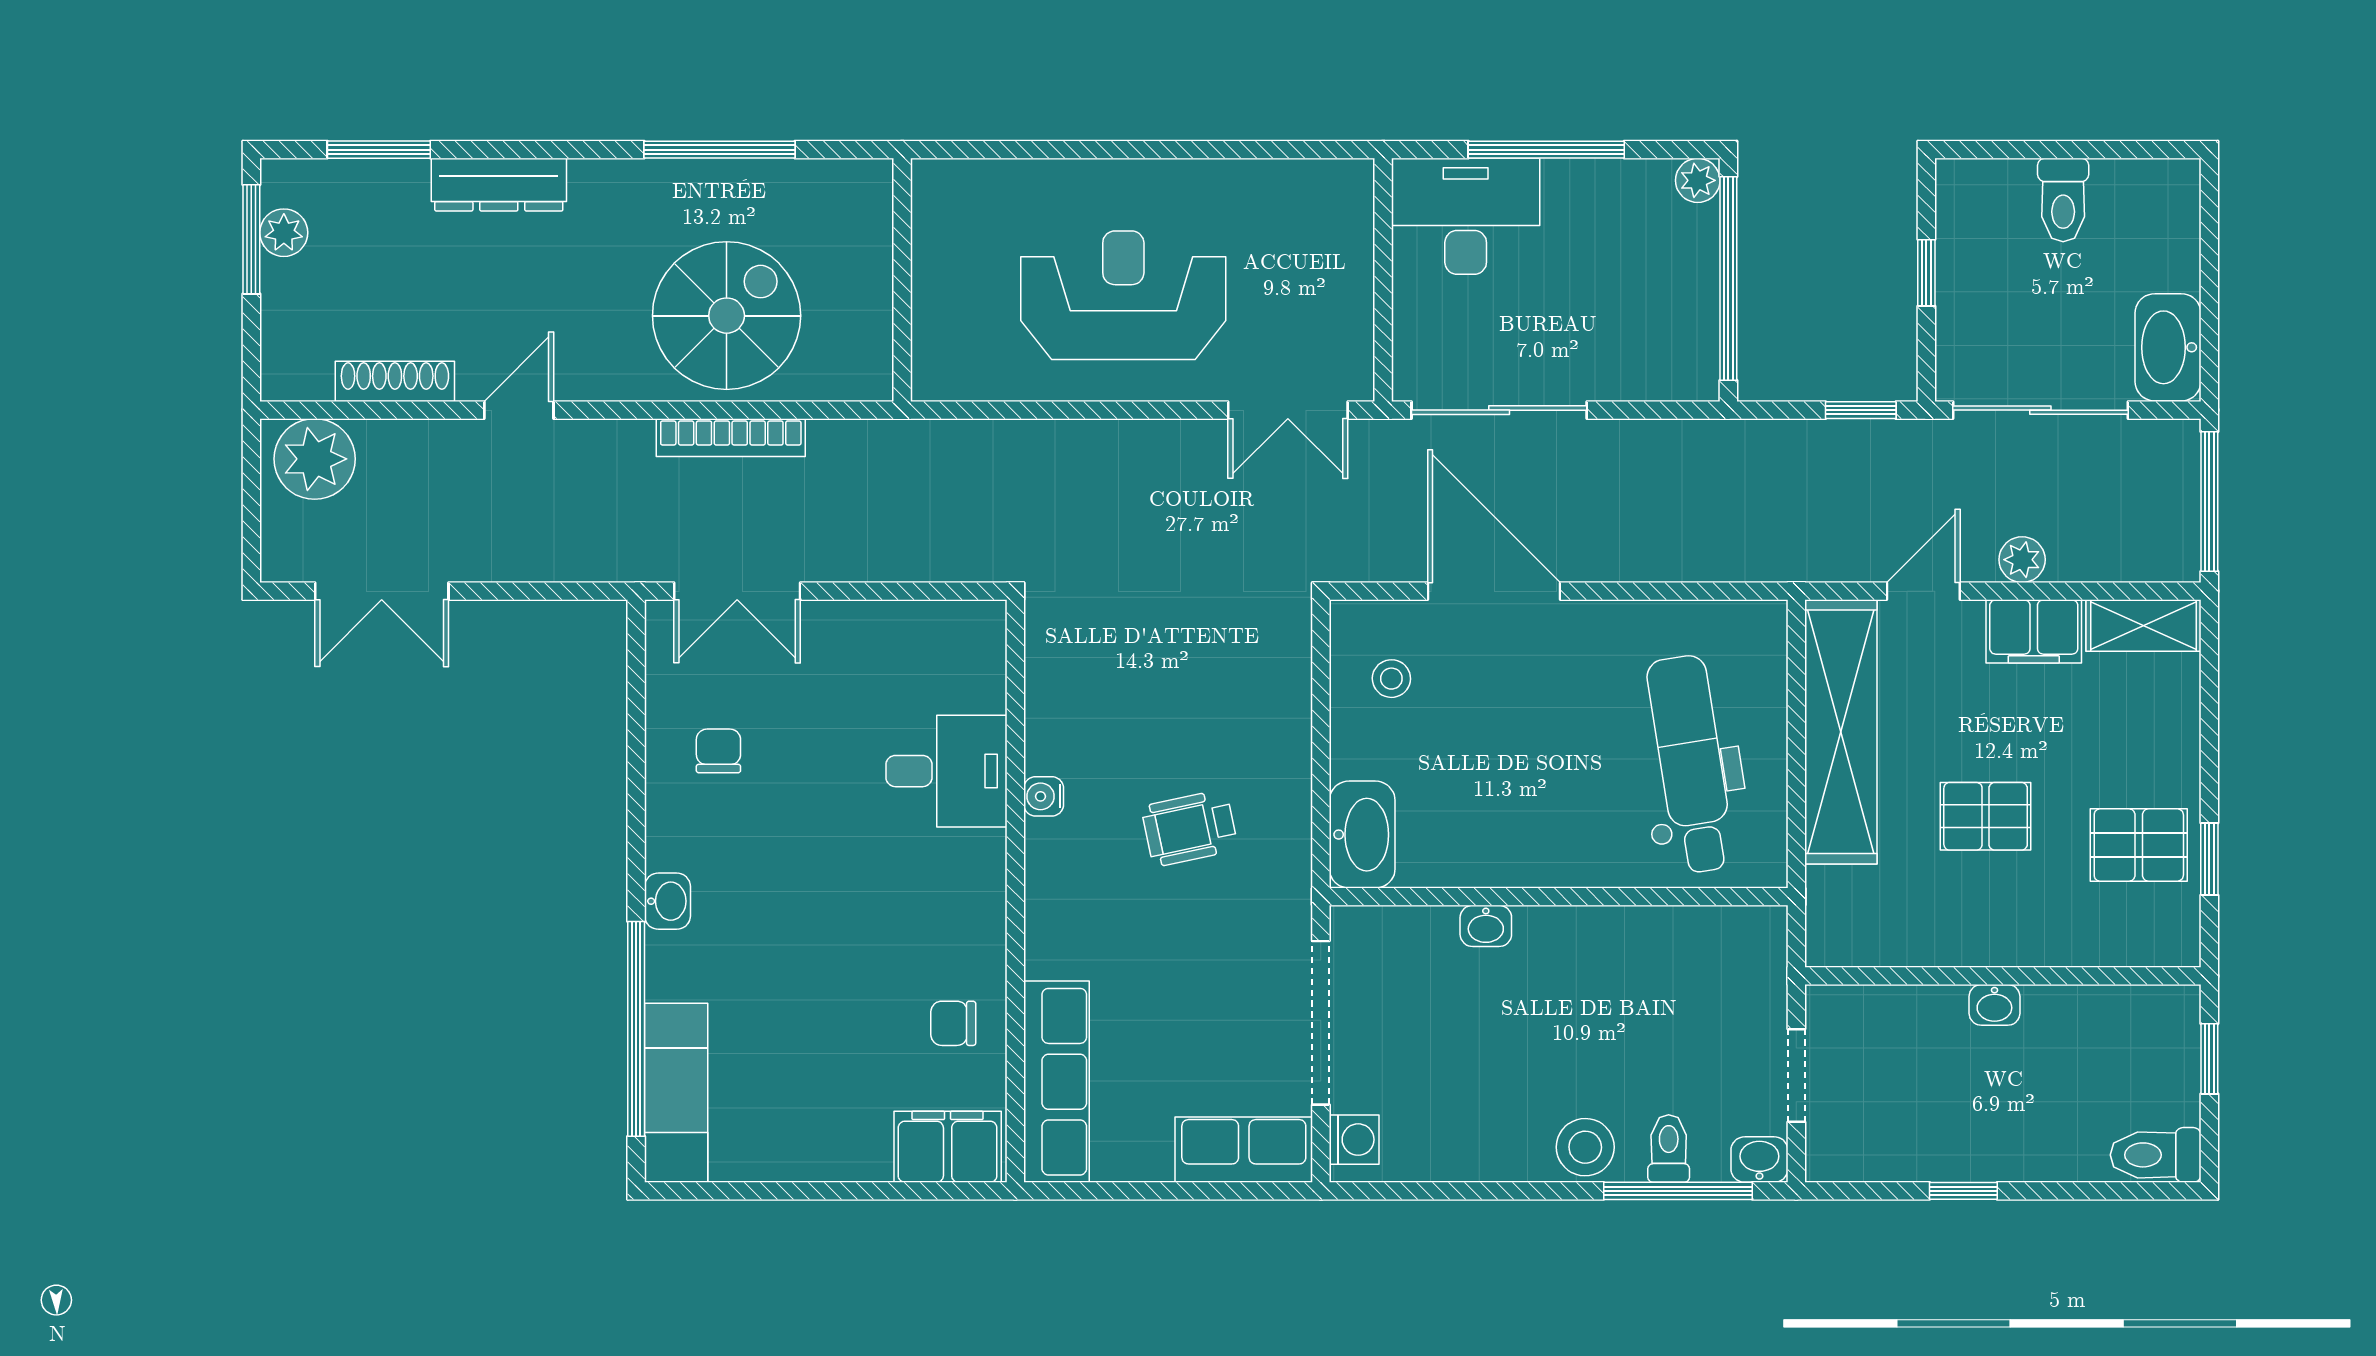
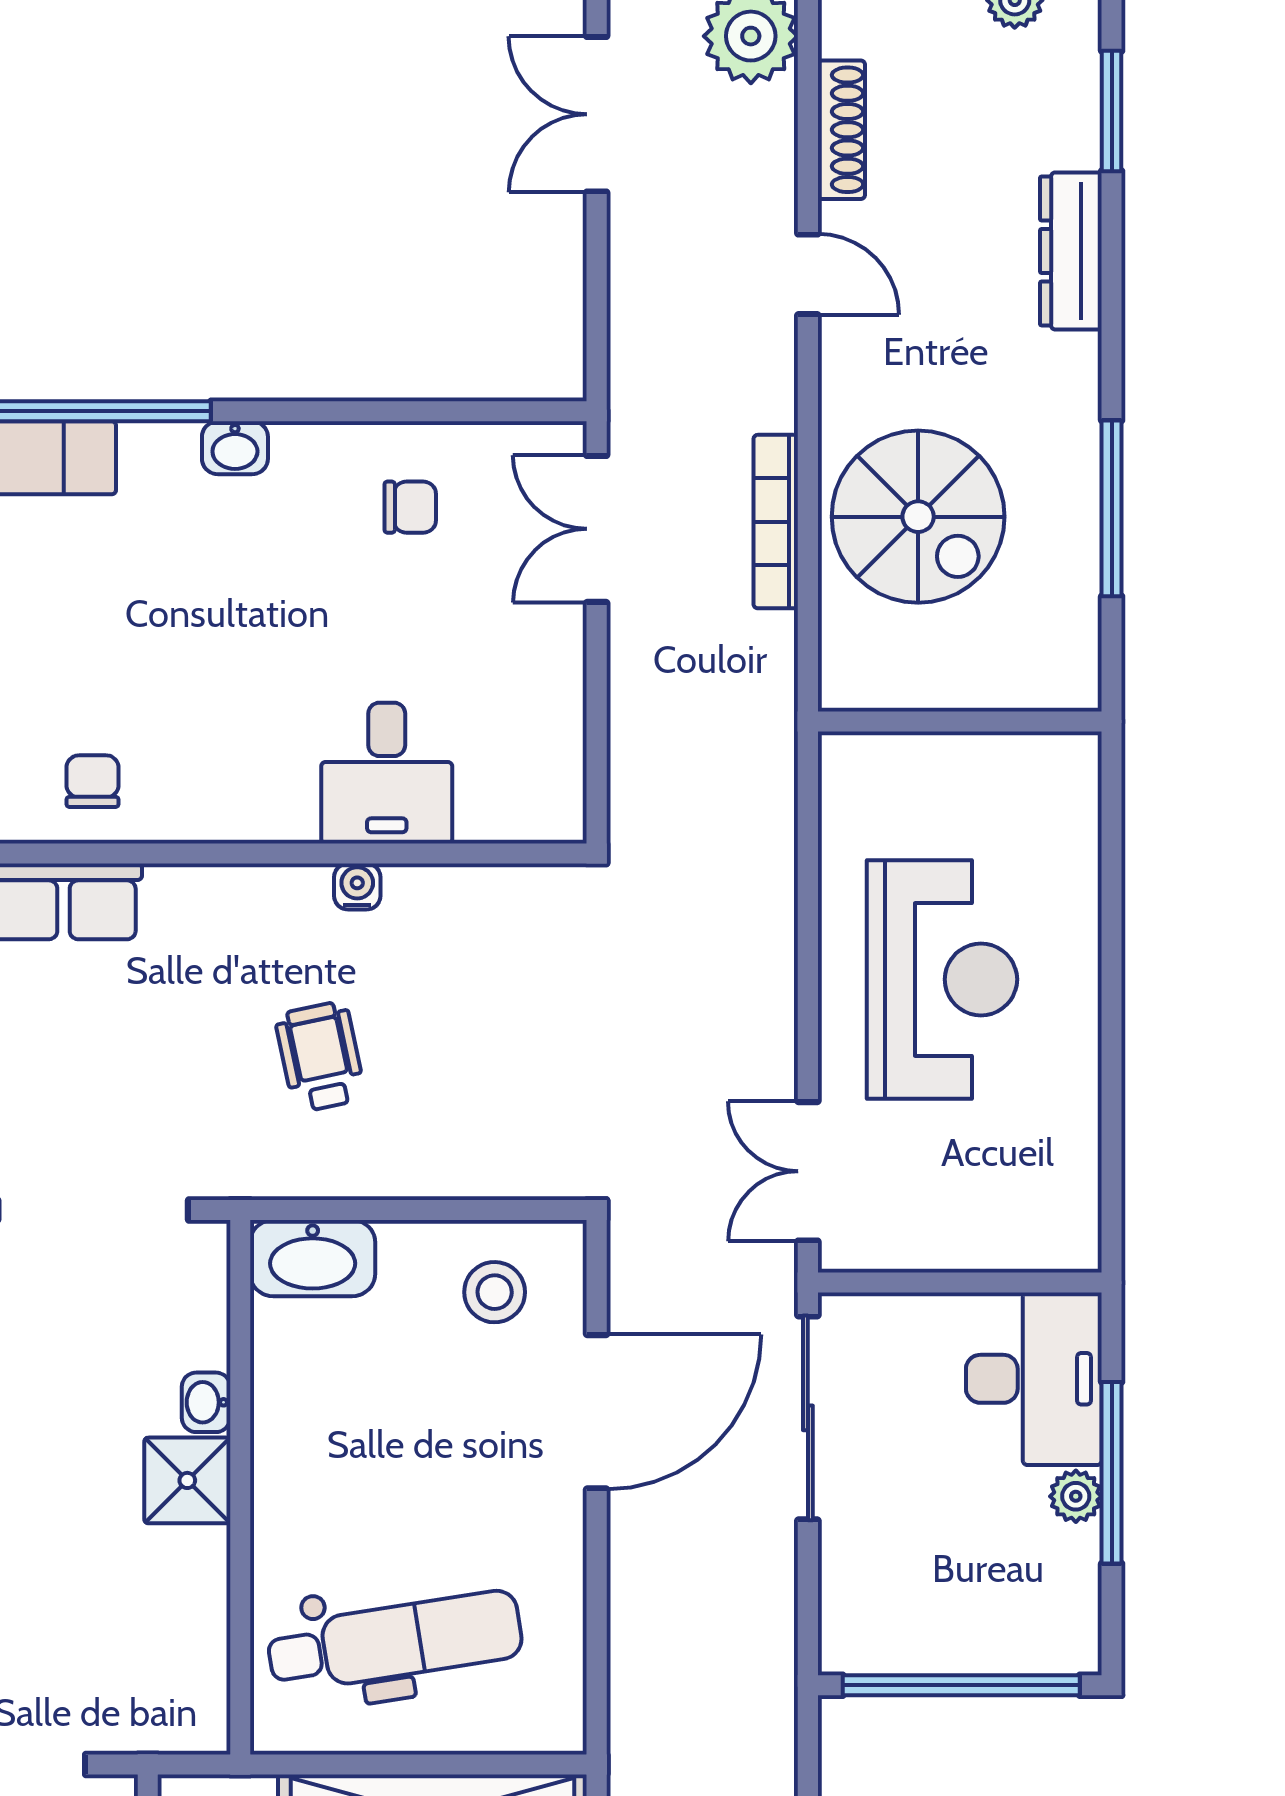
plant: (1698, 180) -> (1076, 1496), moved
stool: (1391, 679) -> (495, 1292), width x1.37, depth x1.37
shower: (1553, 942) -> (187, 1480), added

